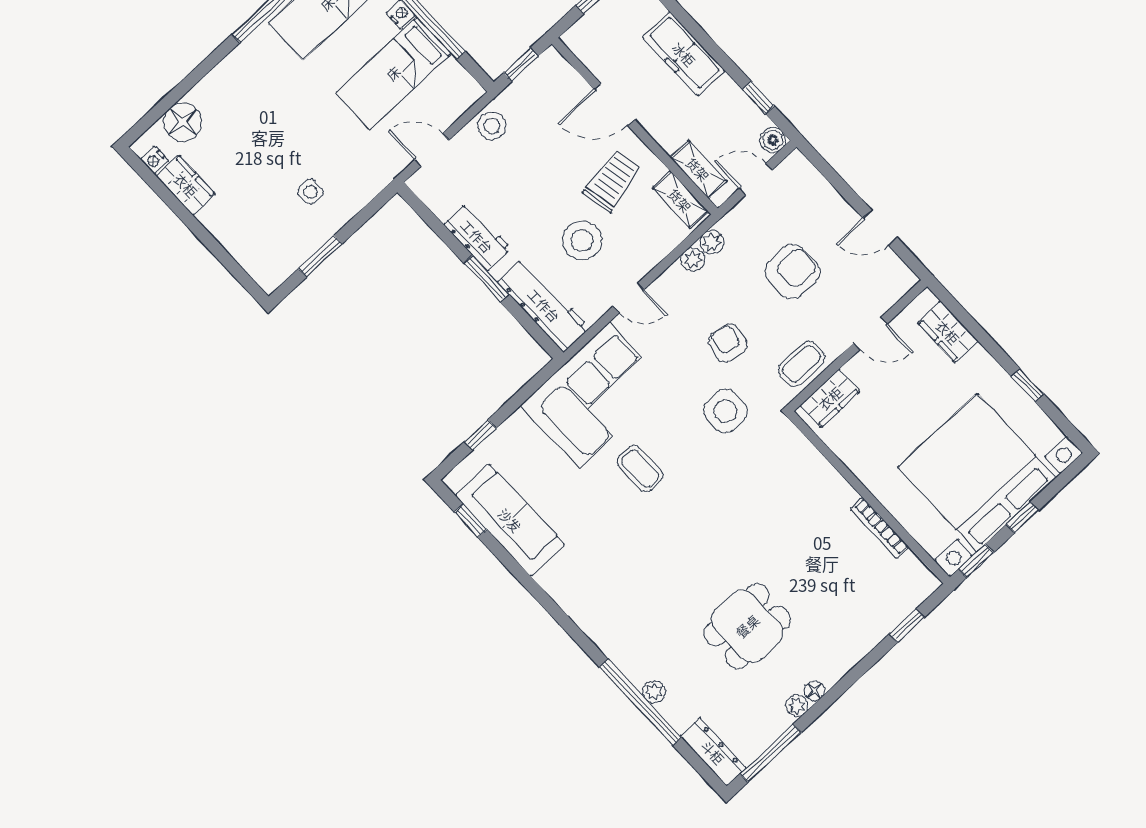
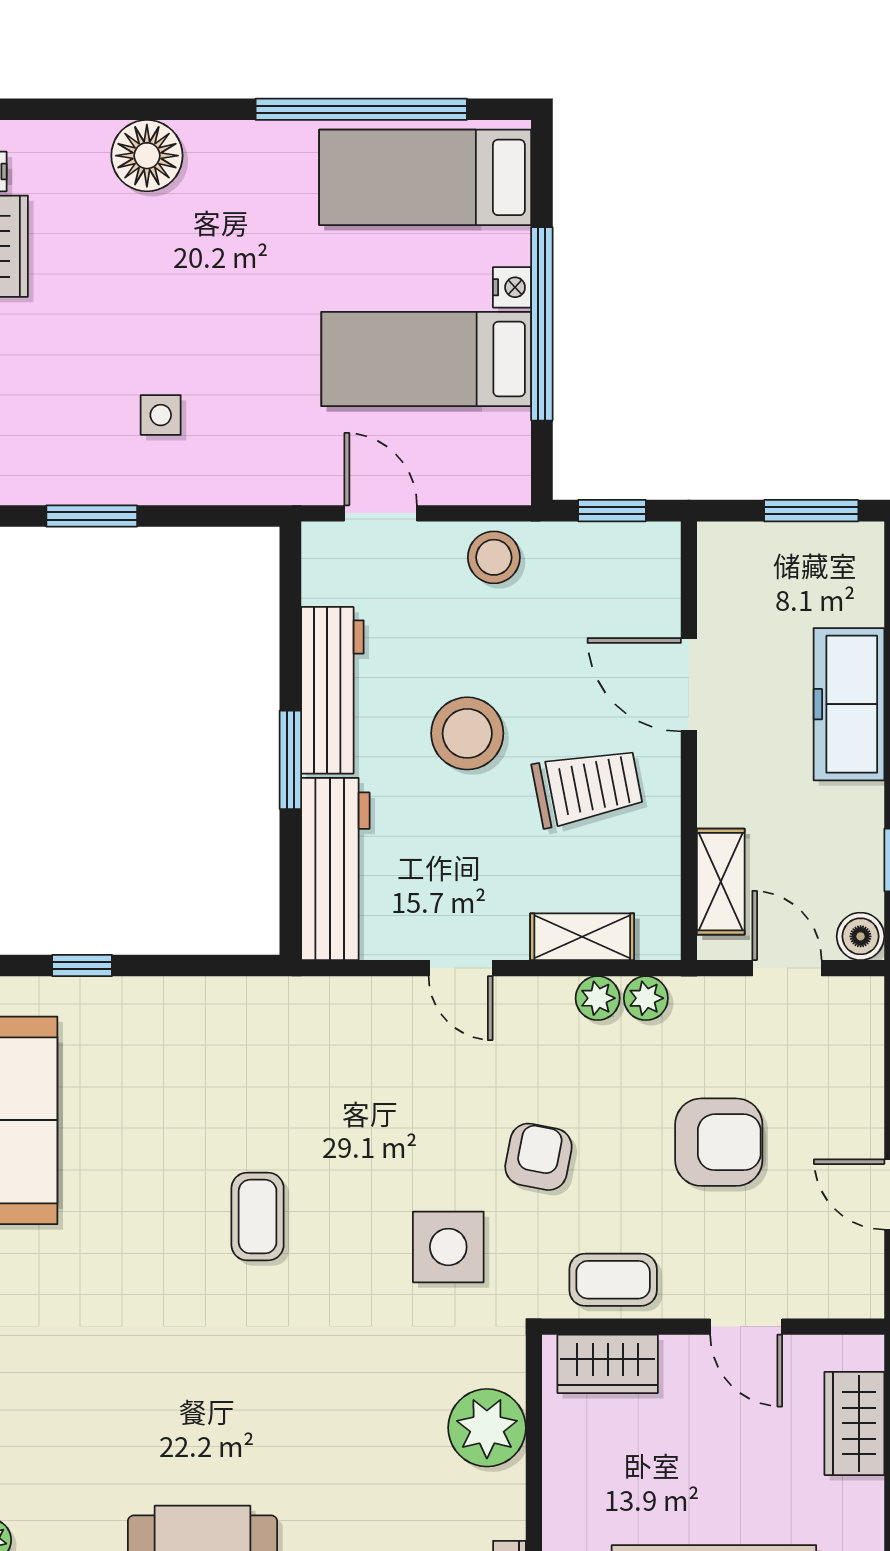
floor lamp: (183, 122) -> (147, 156), moved
shelving: (680, 200) -> (582, 937), moved, turned 90
workbench: (477, 236) -> (332, 690), width x1.38
stool: (582, 240) -> (467, 733), moved
corner sofa: (594, 395) -> (289, 1057), removed
plant: (806, 467) -> (487, 1428), added

